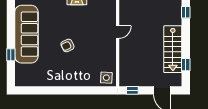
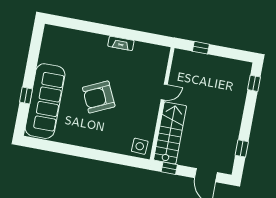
sofa: (26, 34) -> (45, 101), moved
armchair: (67, 45) -> (99, 97), width x1.88, depth x1.88
stairs: (173, 49) -> (170, 133), moved, turned 180

